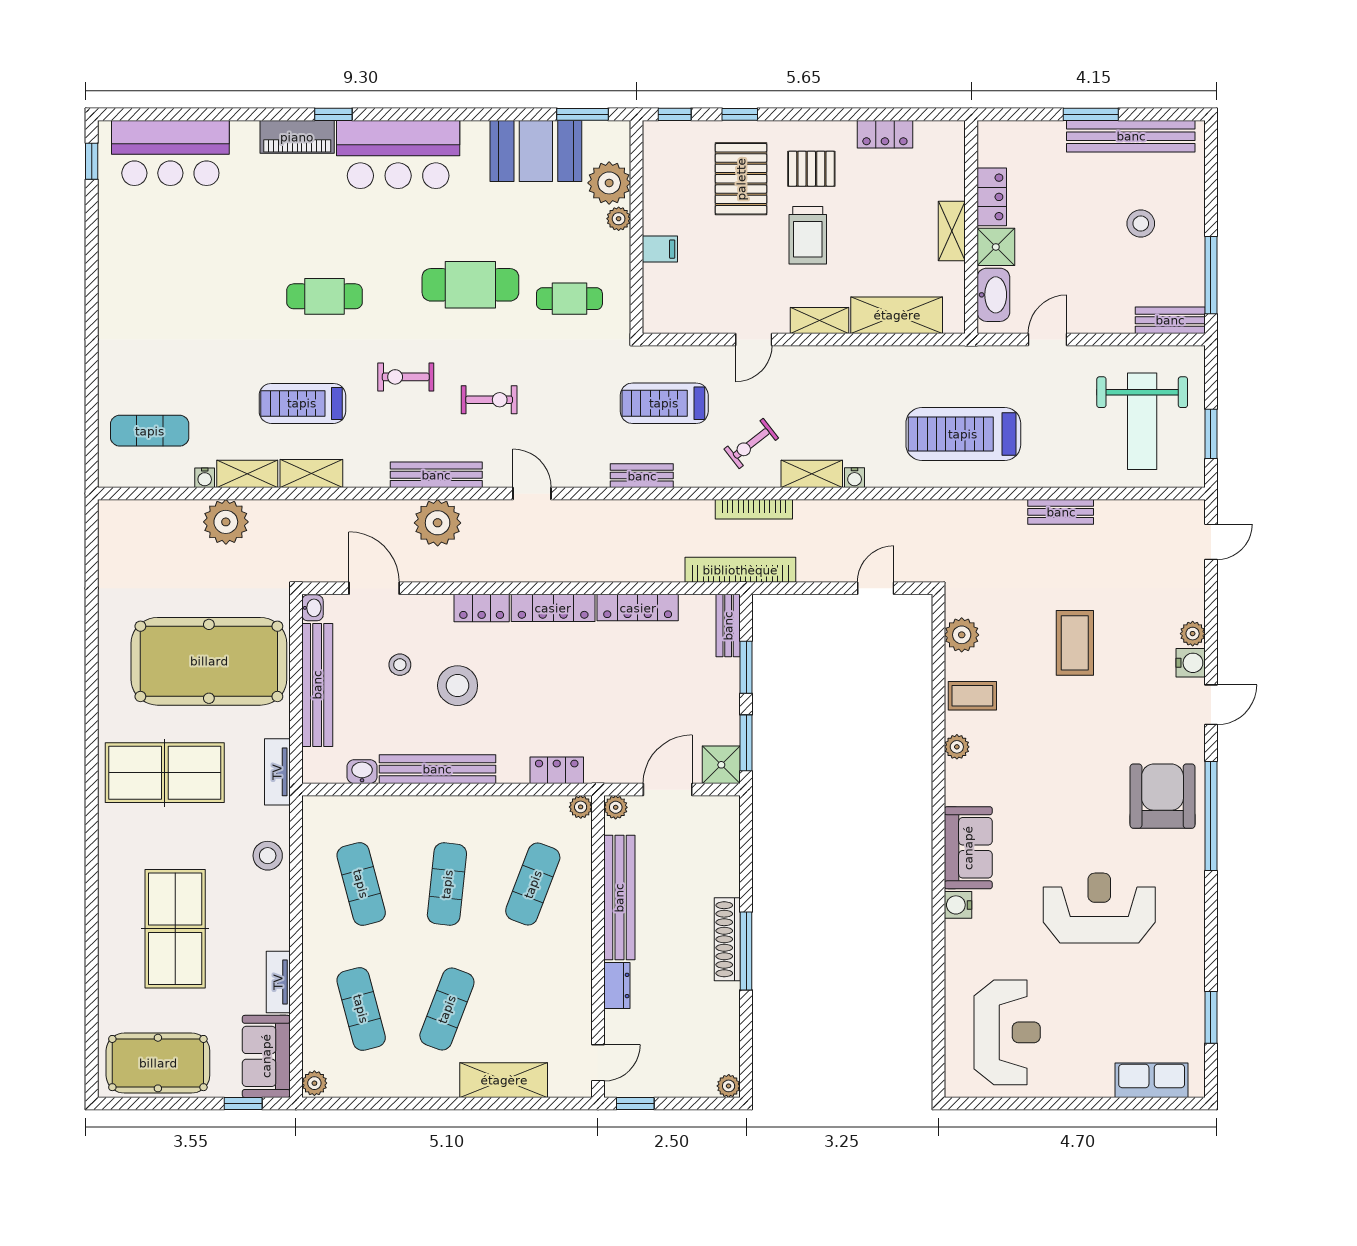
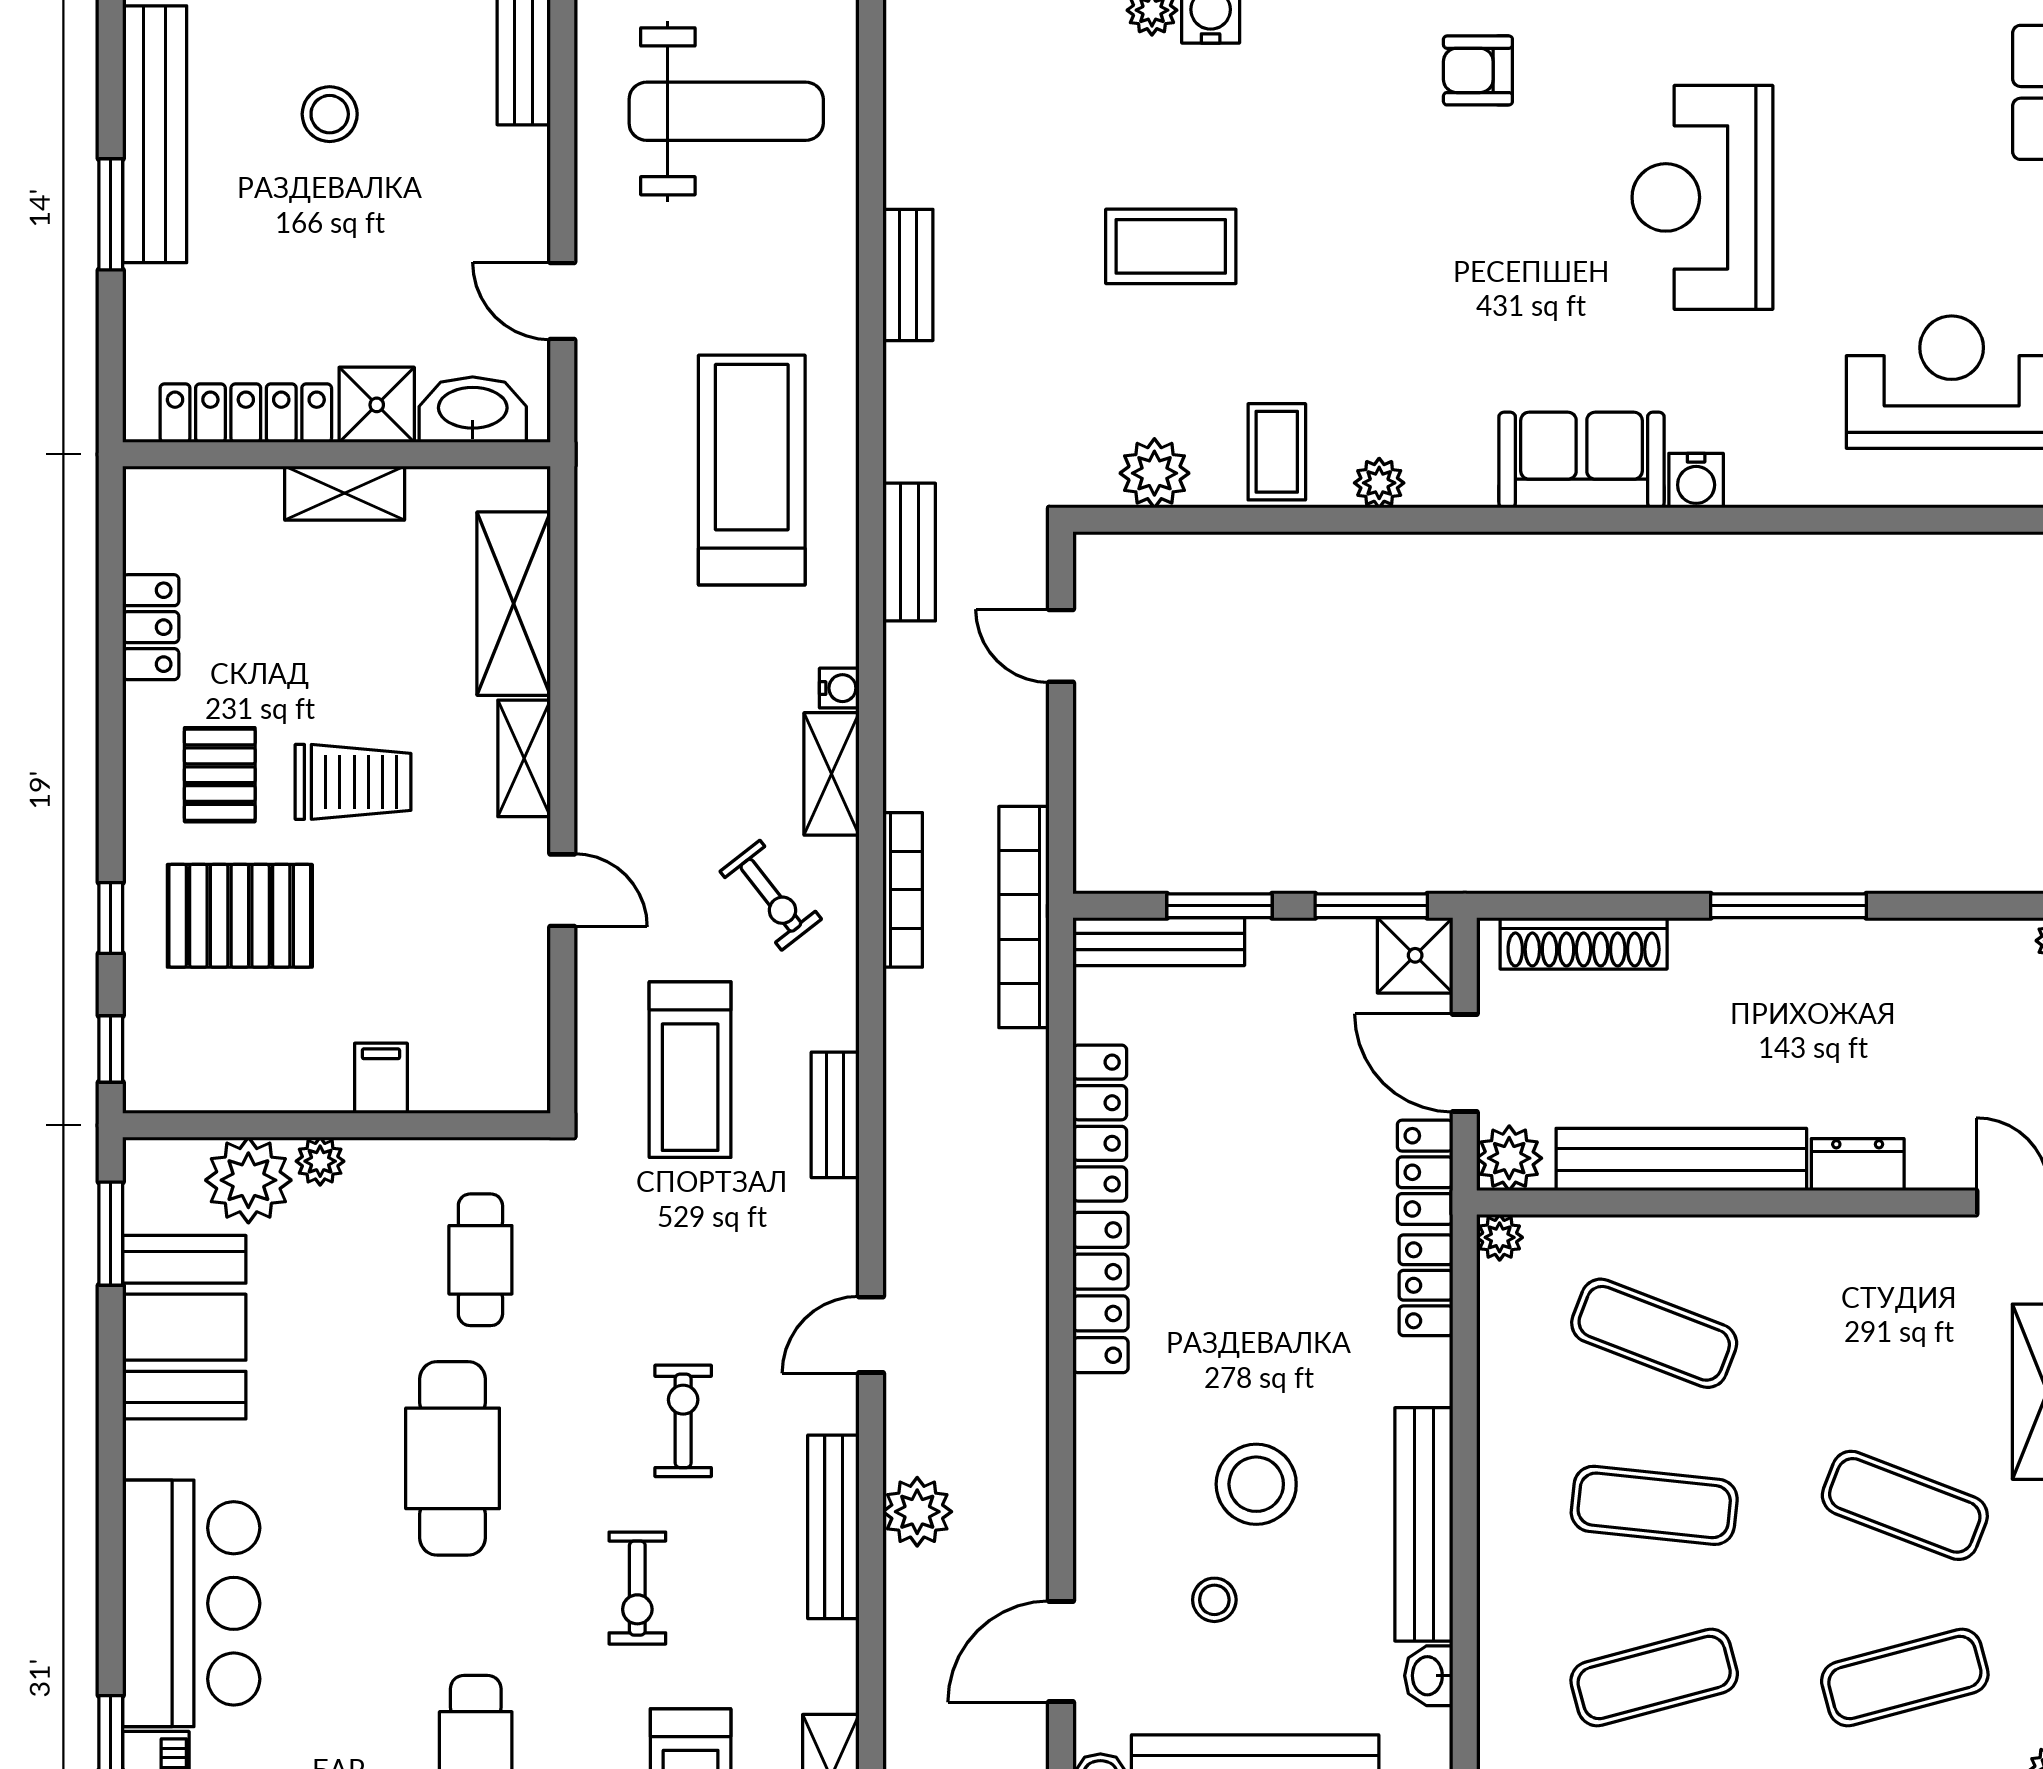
locker: (992, 197) -> (246, 413), width x1.53
treadmill: (963, 434) -> (752, 470), turned 180
bench: (922, 512) -> (909, 552), added
plant: (438, 523) -> (917, 1512), width x0.73, depth x0.73
locker: (482, 608) -> (1425, 1172), moved, turned 180
bench: (728, 626) -> (1159, 942), width x1.36
armchair: (1163, 796) -> (1478, 70), width x0.53, depth x0.53
plant: (616, 807) -> (1509, 1158), width x1.38, depth x1.38
shoe rack: (727, 939) -> (1584, 943), moved

